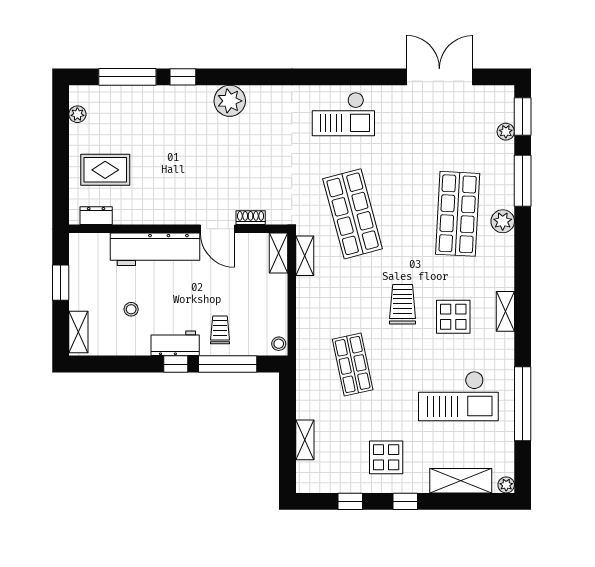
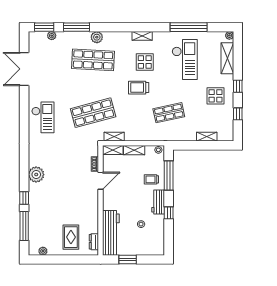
workbench: (155, 249) -> (111, 233), moved
shelving: (78, 332) -> (134, 150), moved
window: (176, 364) -> (169, 213), moved

